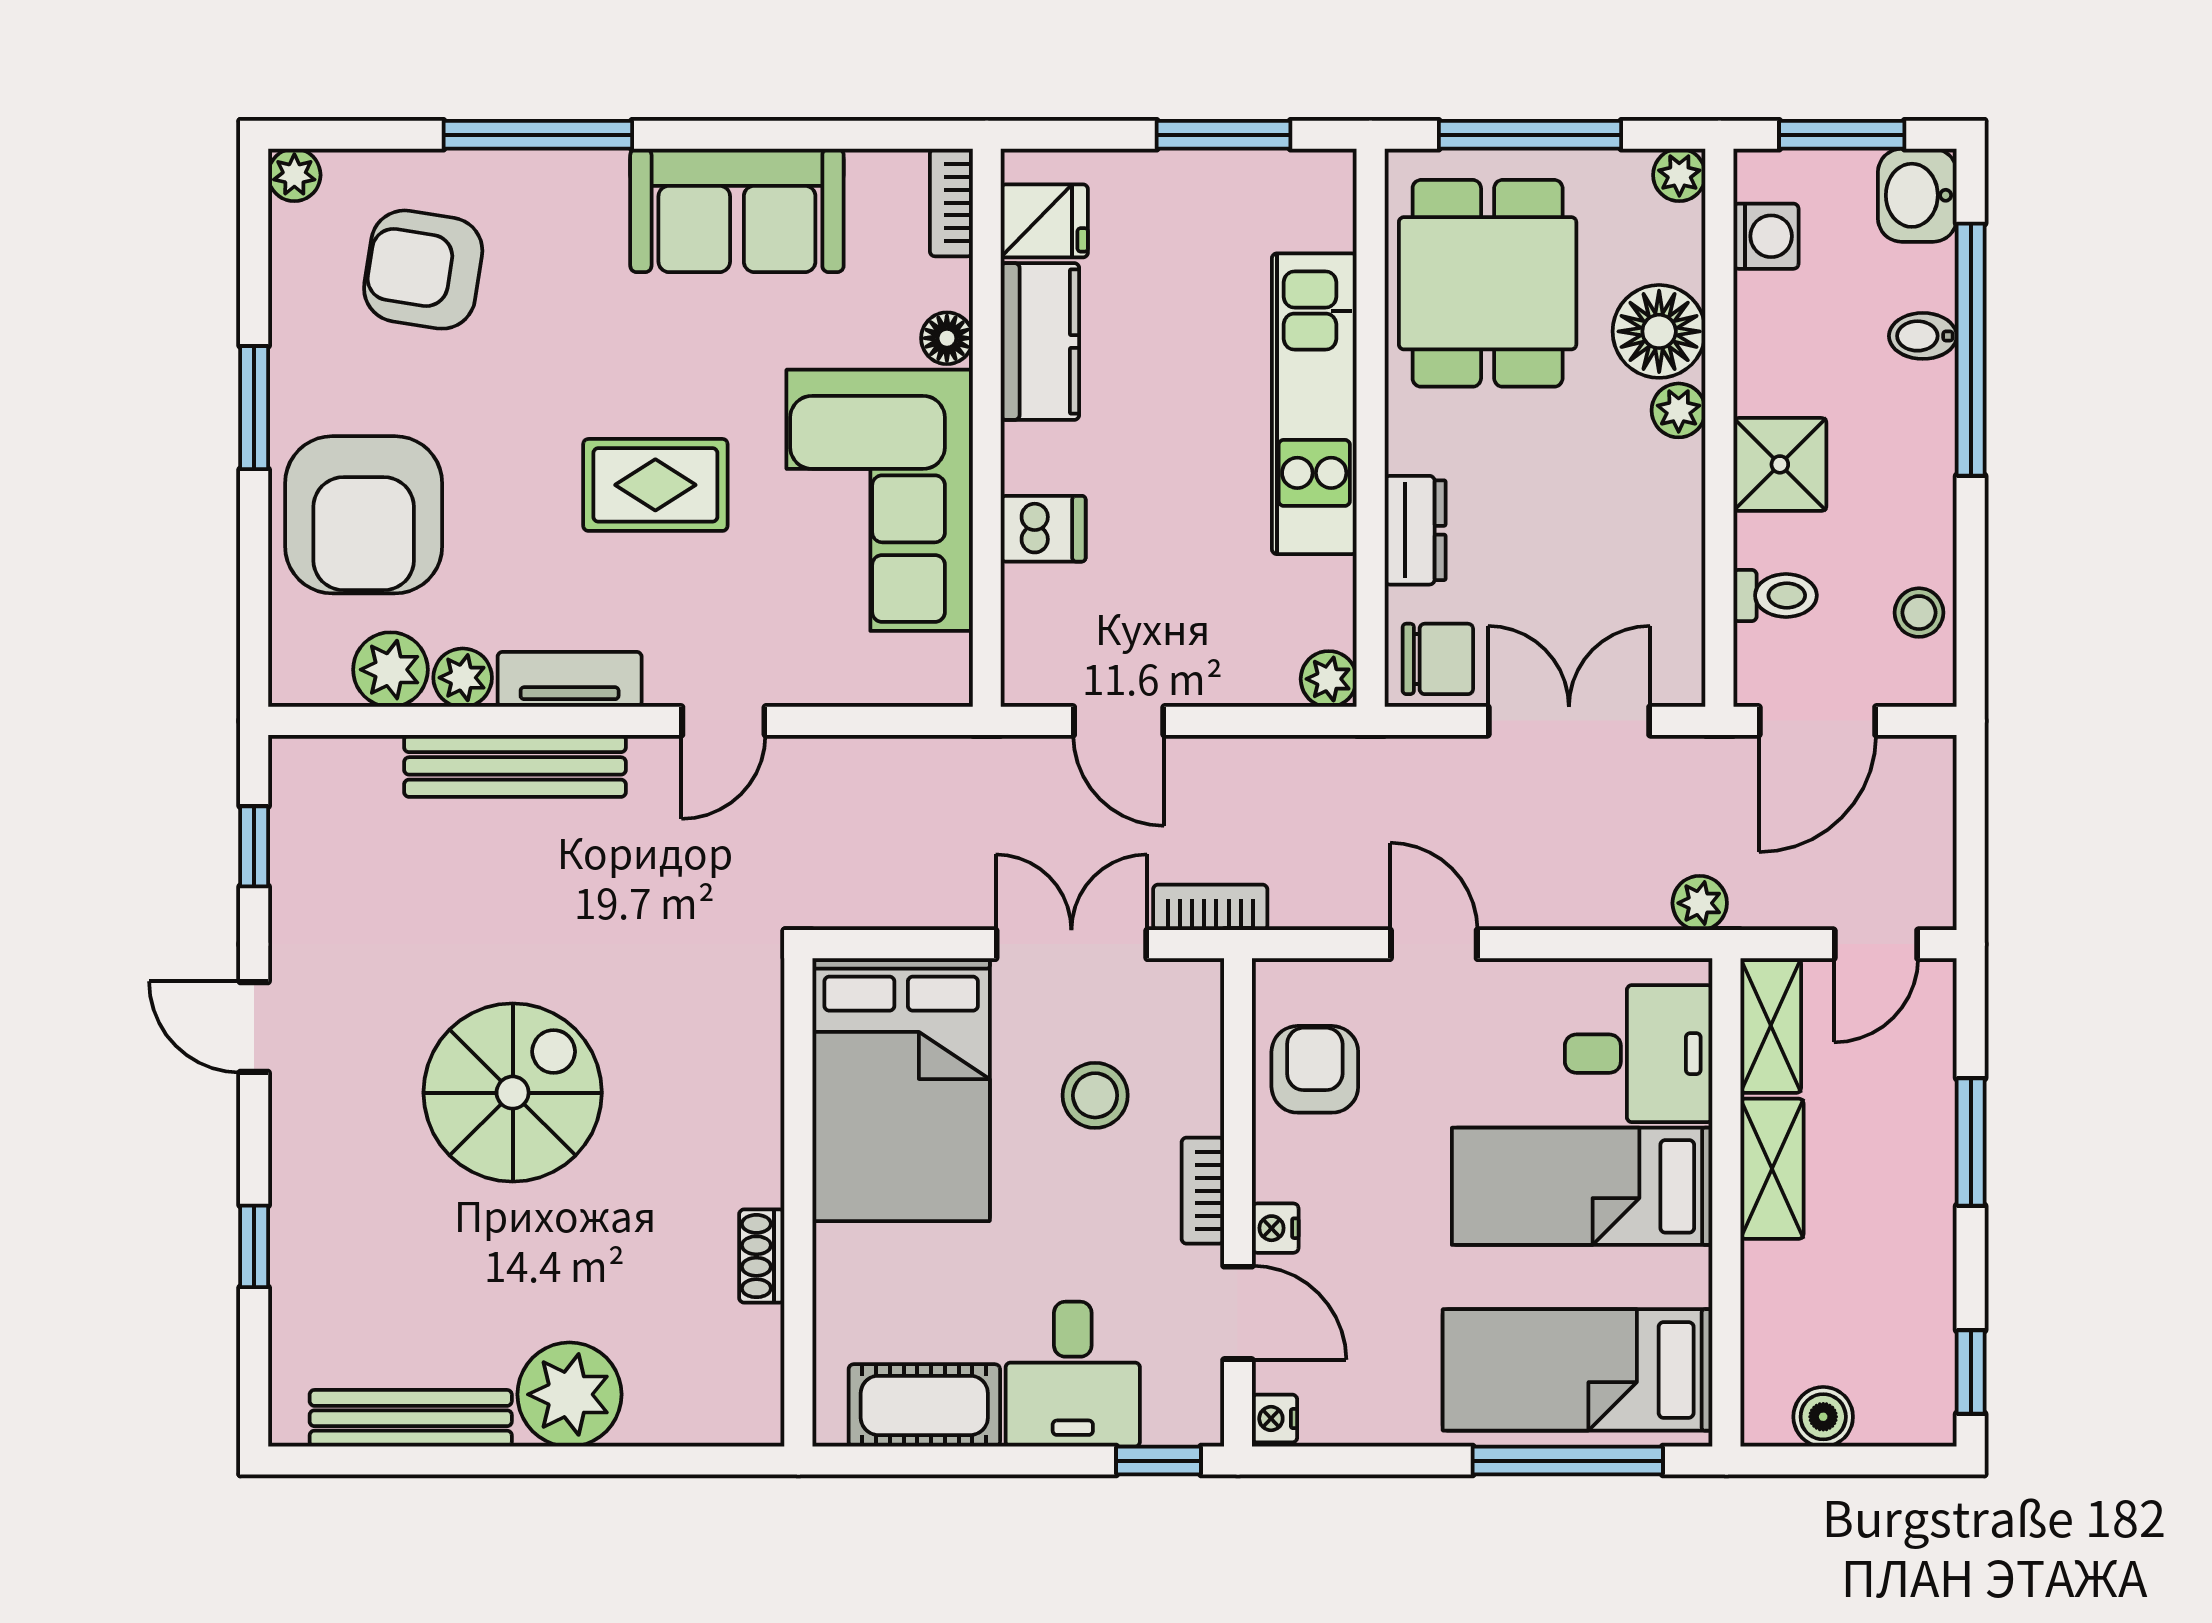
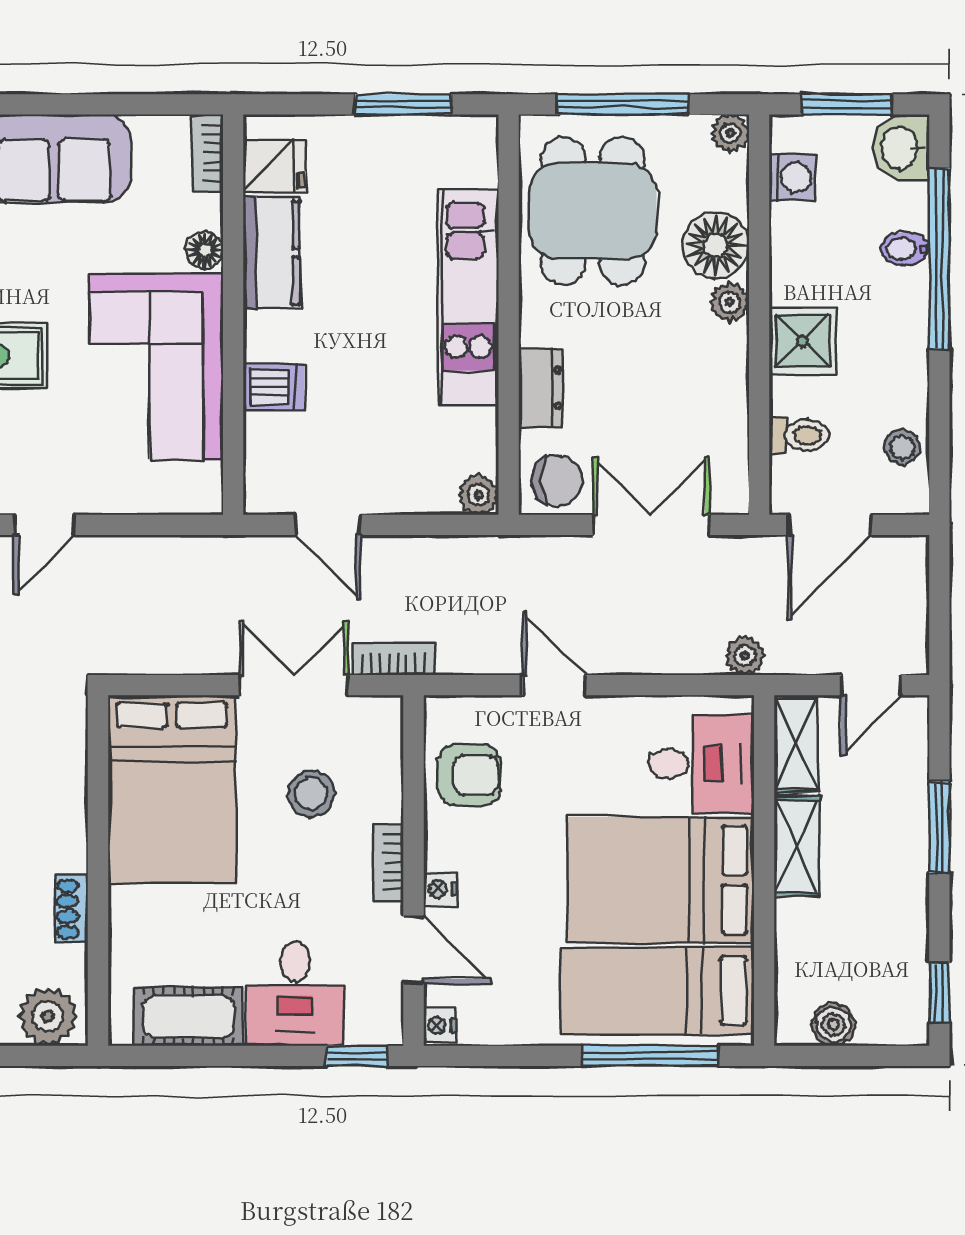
armchair: (1315, 1069) -> (469, 775), turned 90
bed: (1582, 1186) -> (660, 880), width x1.50
plant: (729, 1406) -> (48, 1017), added

